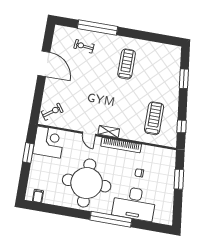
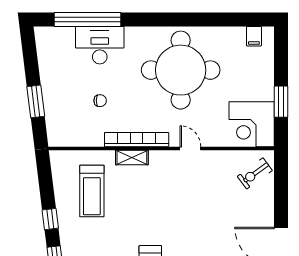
window: (182, 126) -> (50, 219), moved
shelving: (109, 132) -> (132, 158), moved
desk: (134, 203) -> (100, 45), width x0.73, depth x0.77
window: (111, 219) -> (88, 19), moved

